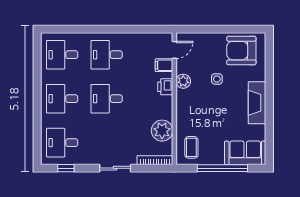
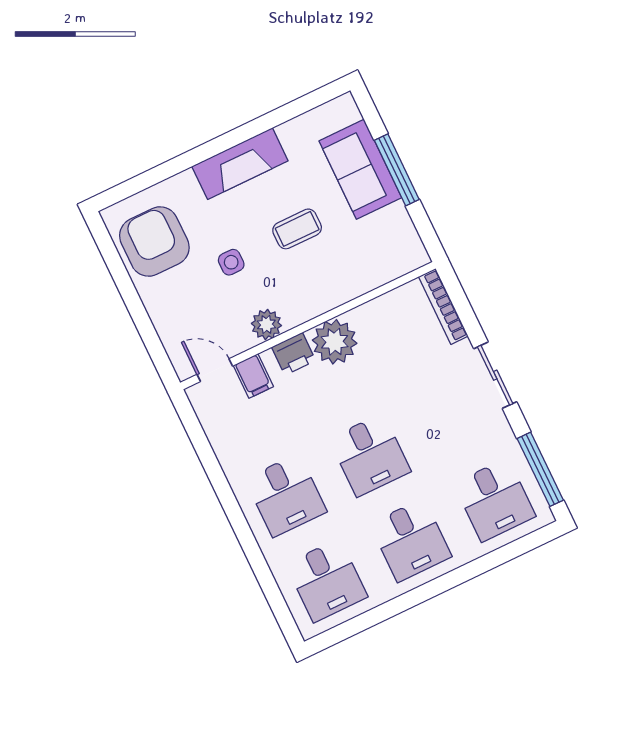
armchair: (241, 51) -> (154, 242), turned 180
plant: (162, 131) -> (335, 342), moved
coffee table: (191, 147) -> (297, 229), moved
sofa: (245, 153) -> (360, 169), moved
window: (66, 168) -> (540, 469), width x2.17
window: (222, 168) -> (397, 170), width x0.68

